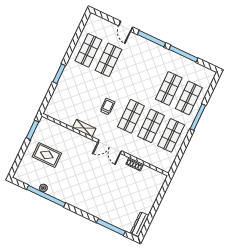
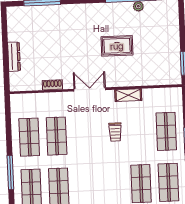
shop shelf: (131, 116) -> (166, 131), moved
rug: (47, 155) -> (117, 46), moved
dresser: (140, 224) -> (14, 57), moved

